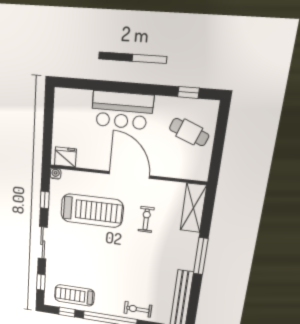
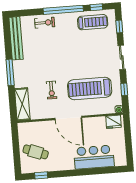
bar counter: (122, 110) -> (94, 157), moved

